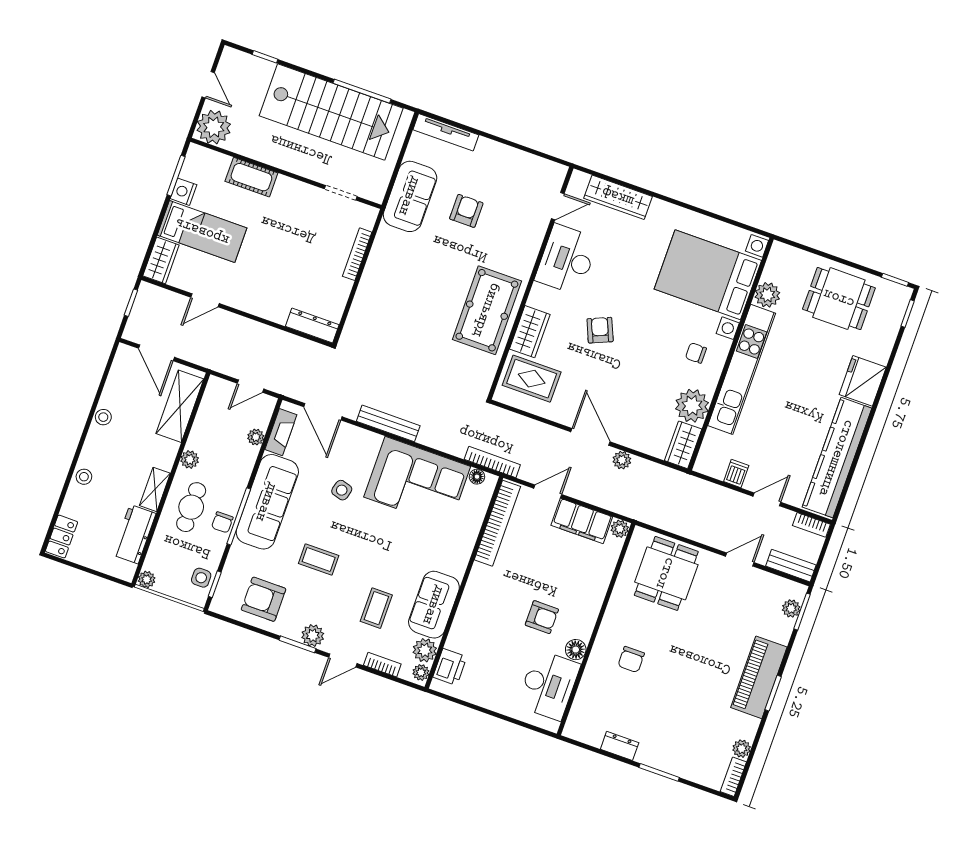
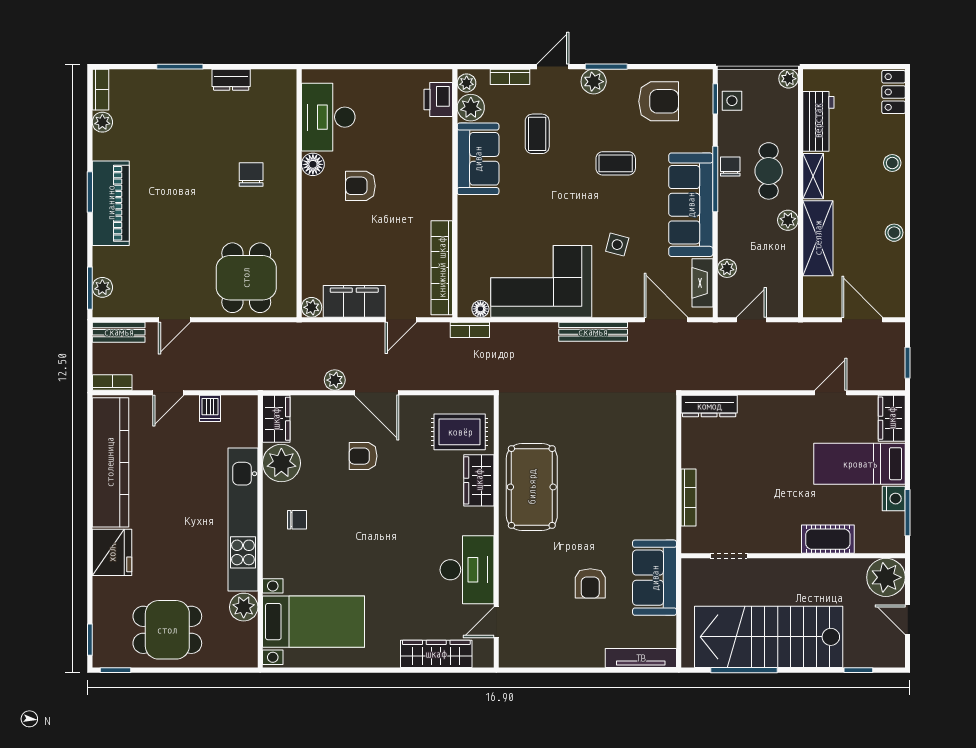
bed with nightstands: (708, 275) -> (314, 622), width x0.73
armchair: (600, 330) -> (363, 456), moved, turned 113
shelving: (180, 406) -> (818, 238), moved
bookcase: (492, 462) -> (470, 330), width x0.64

